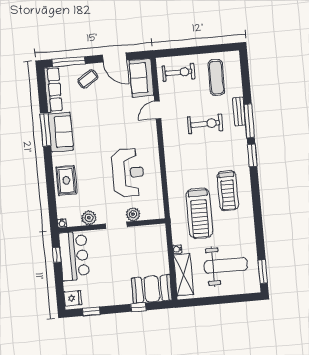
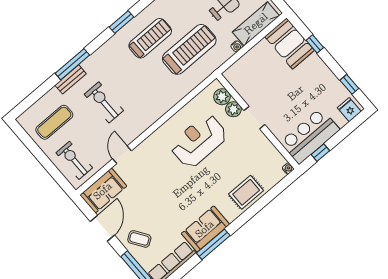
door: (158, 110) -> (122, 155), swing flipped
window: (252, 155) -> (122, 22), moved
plant: (89, 218) -> (222, 97), moved

